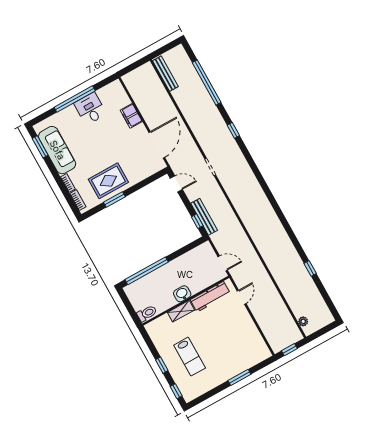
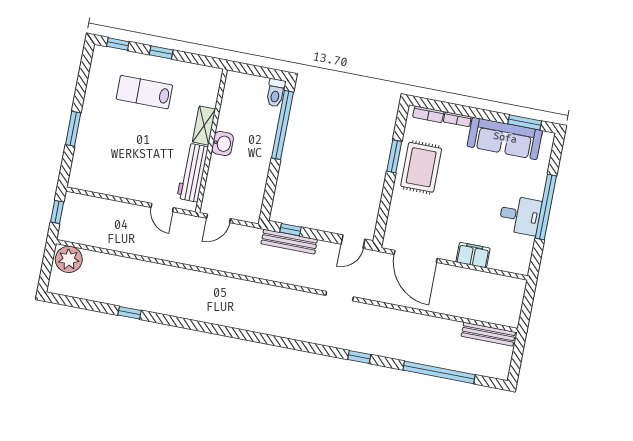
toilet: (147, 313) -> (276, 93), moved
plant: (303, 321) -> (69, 259), width x1.88, depth x1.88

